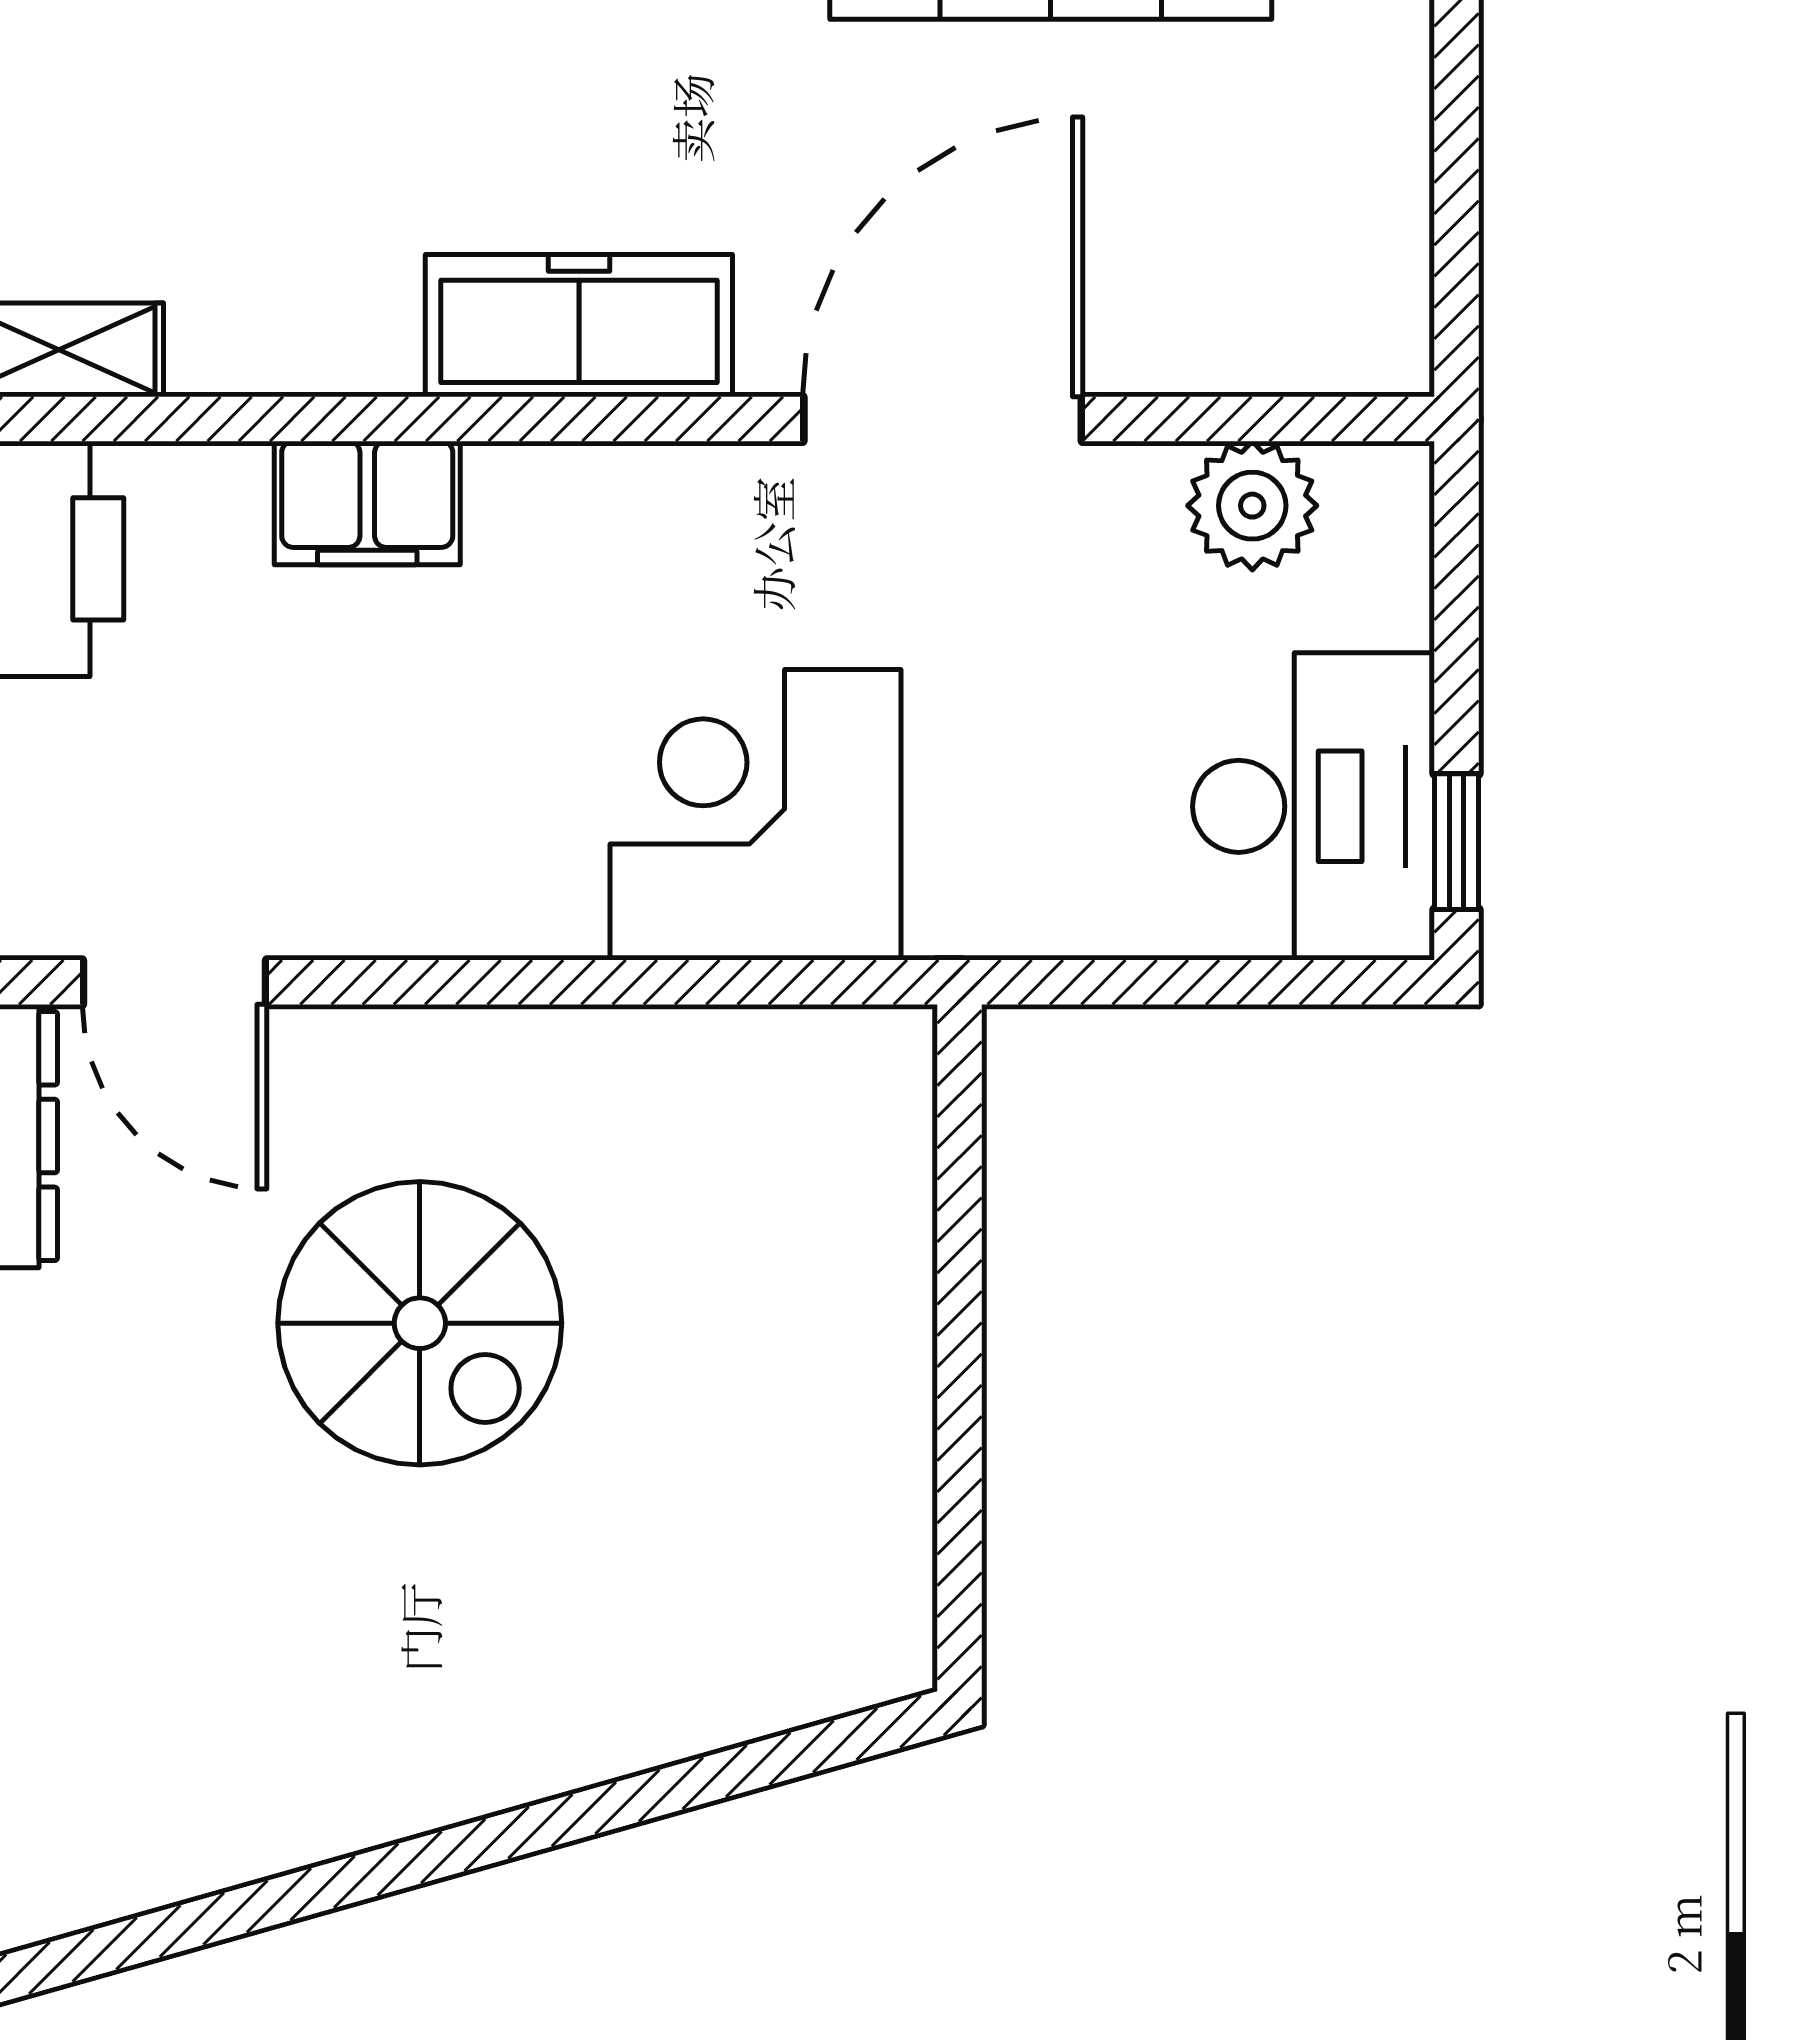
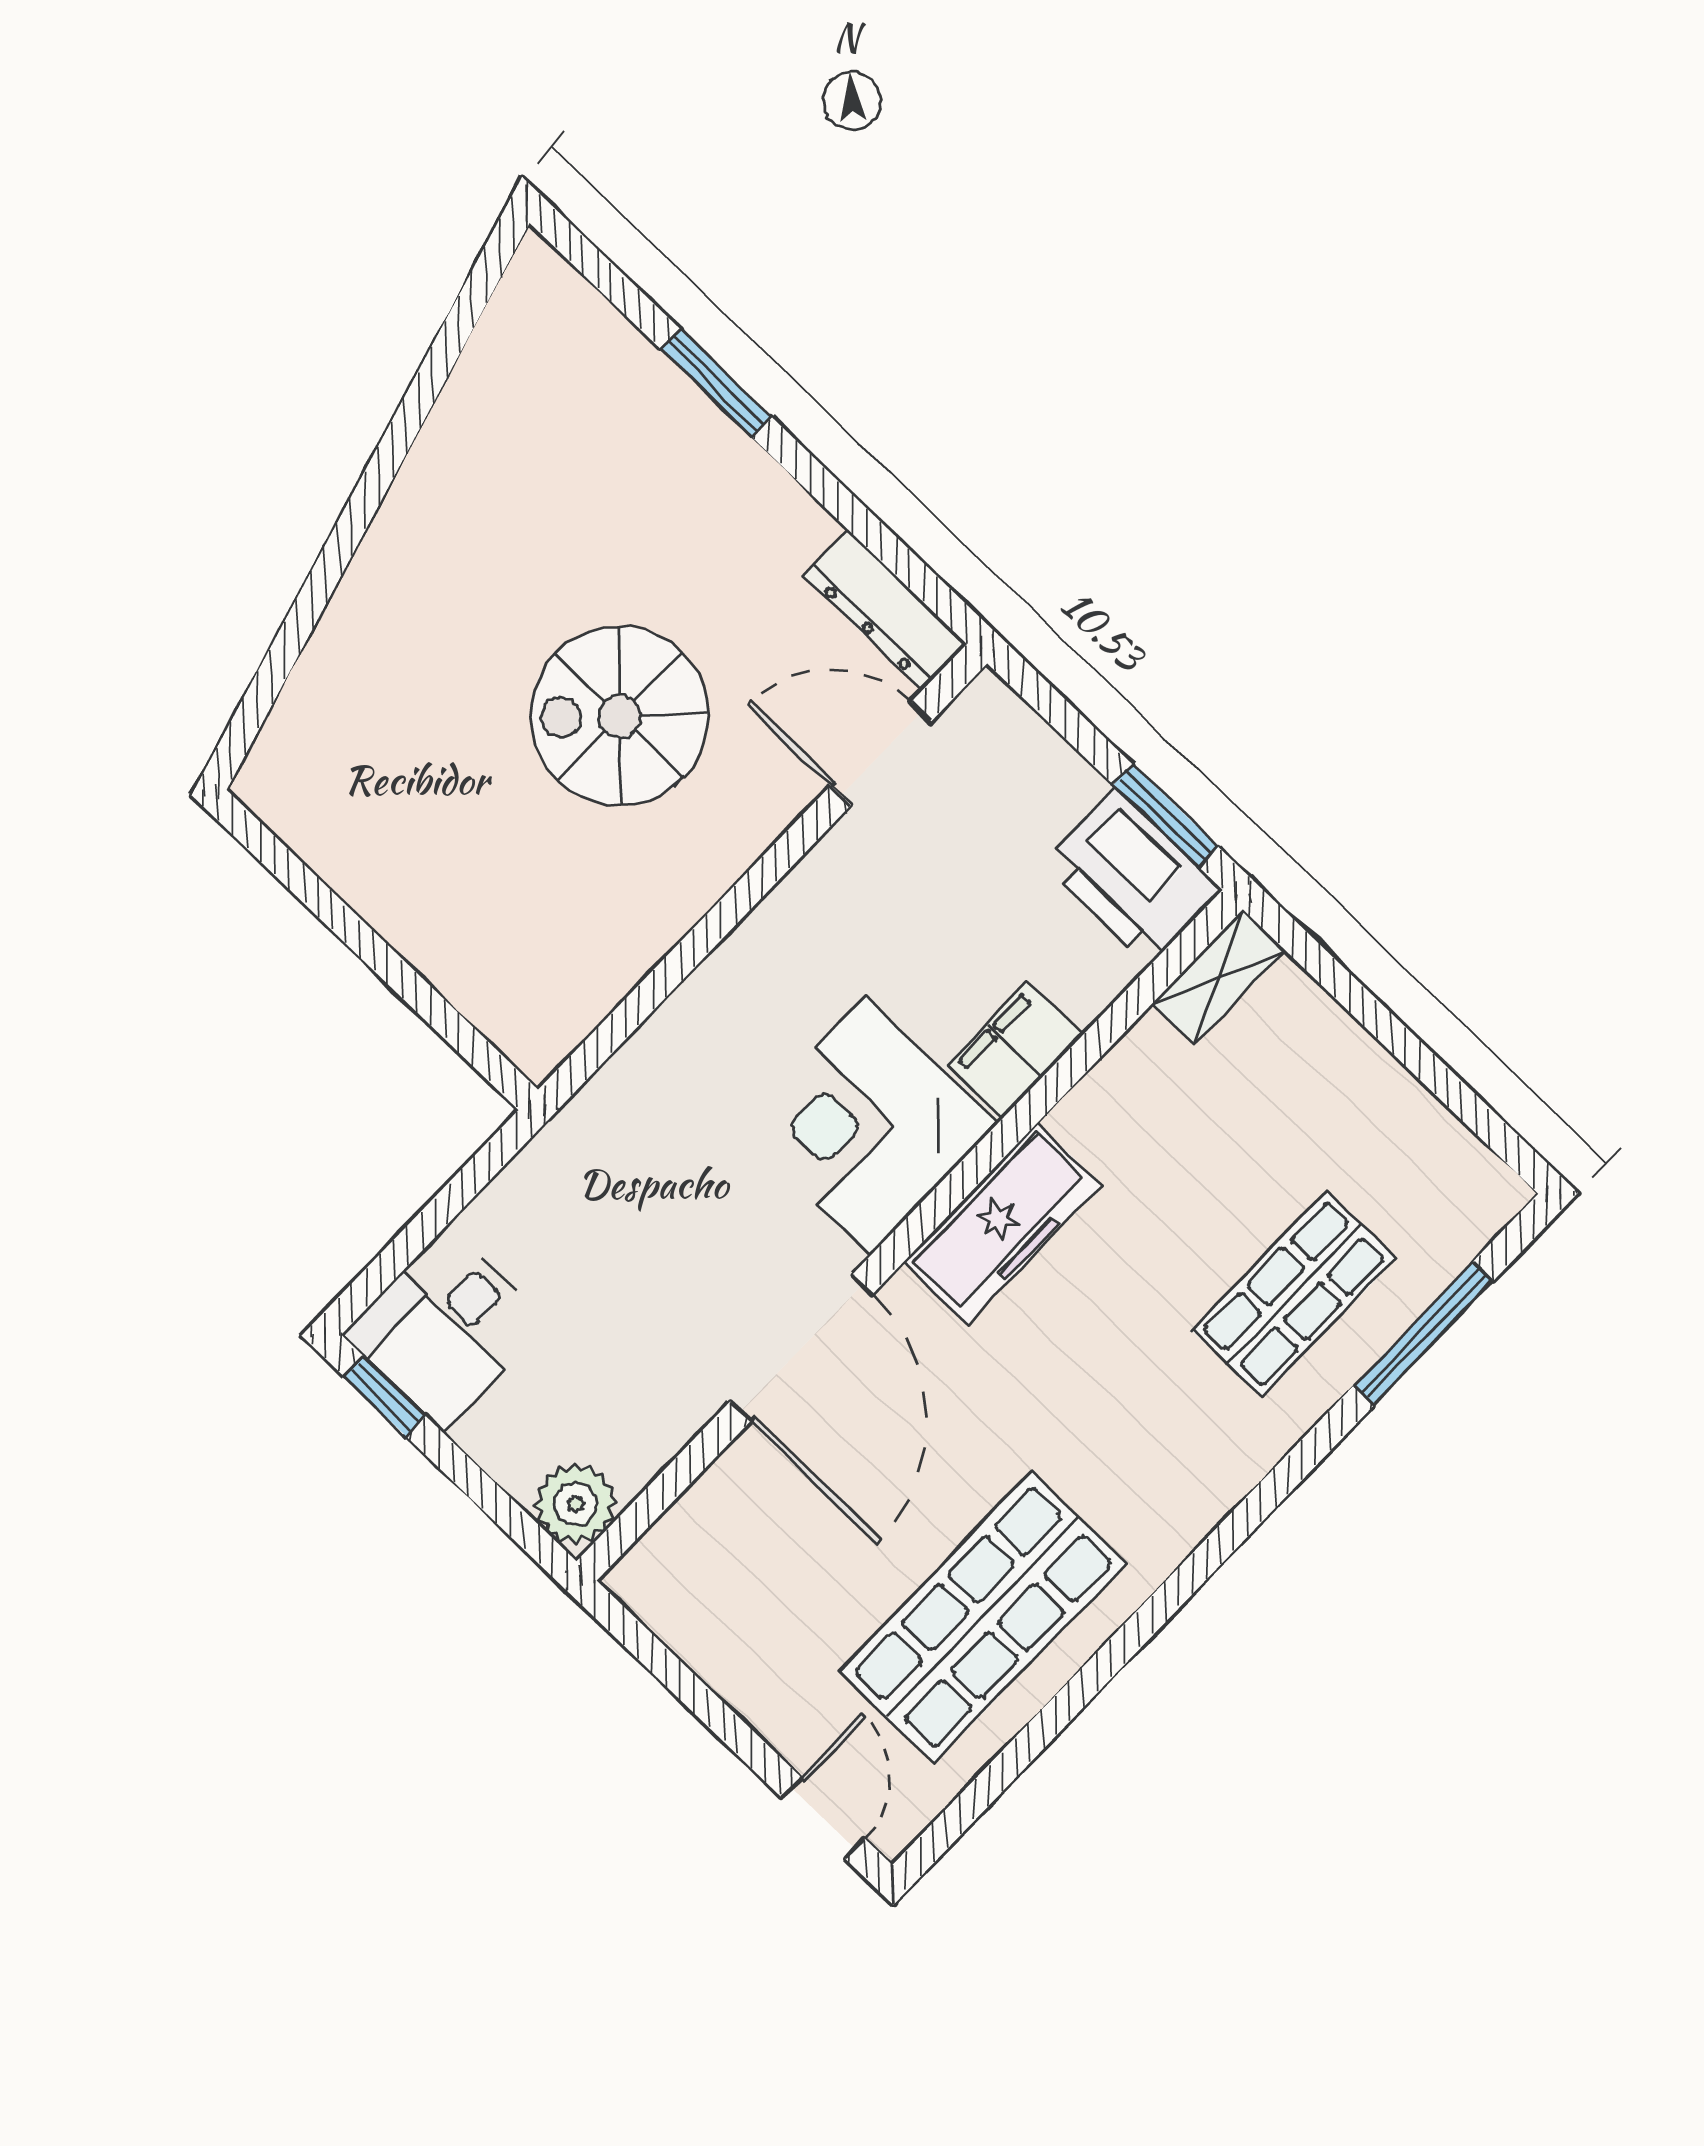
plant: (1252, 506) -> (575, 1504), moved
desk: (1314, 806) -> (445, 1329), width x0.73
corner desk: (756, 815) -> (869, 1126), moved, turned 180

